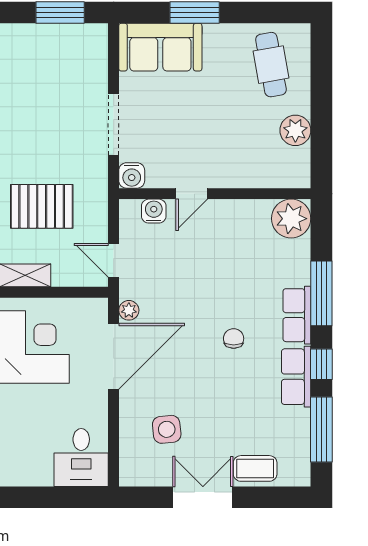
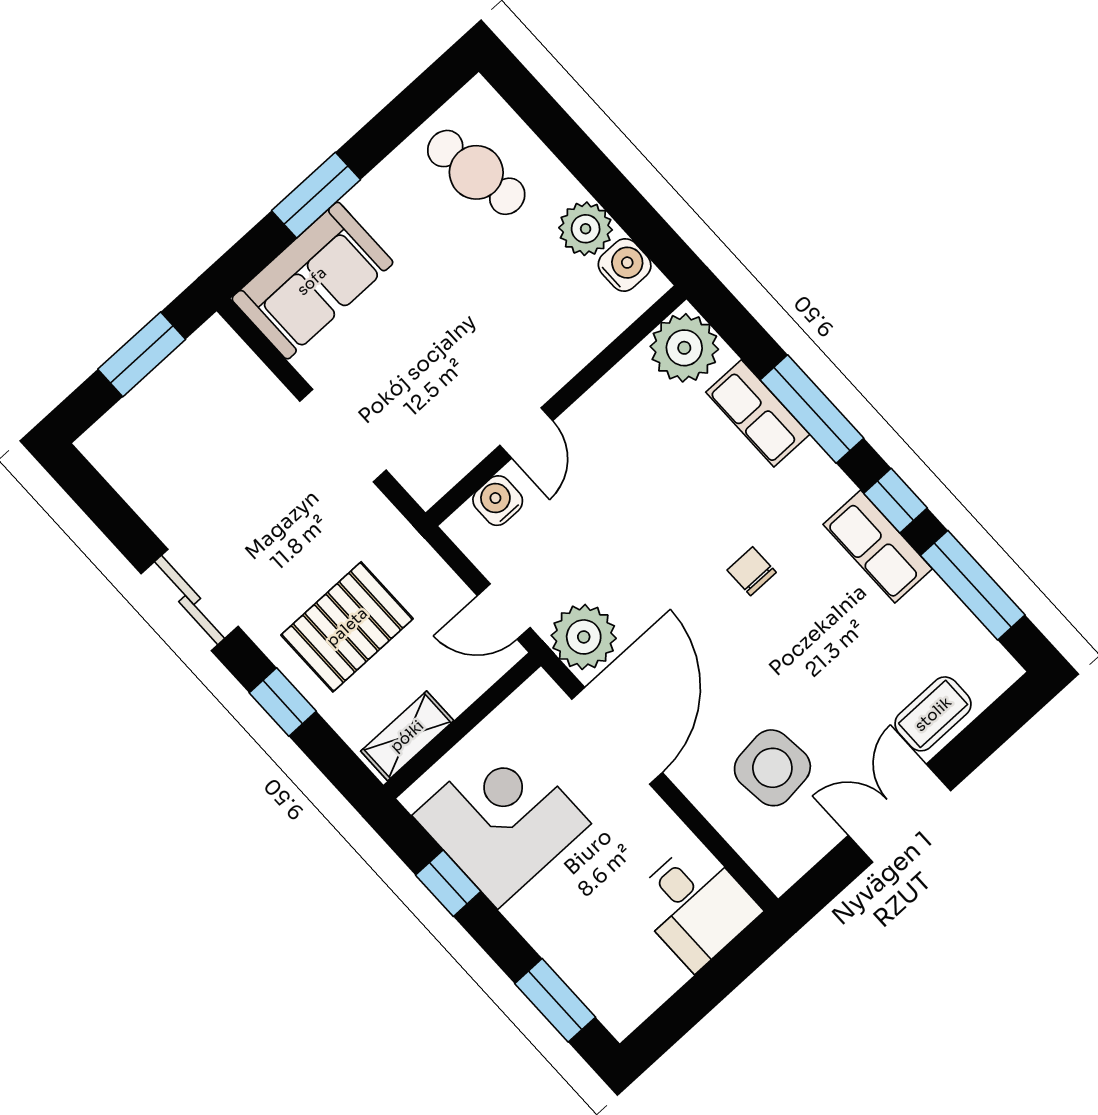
water cooler: (132, 175) -> (625, 265), moved, turned -90
plant: (129, 310) -> (584, 637), width x1.87, depth x1.87
row of seats: (297, 315) -> (758, 413), moved
side table: (167, 429) -> (772, 768), width x1.37, depth x1.37

